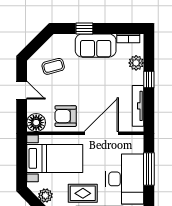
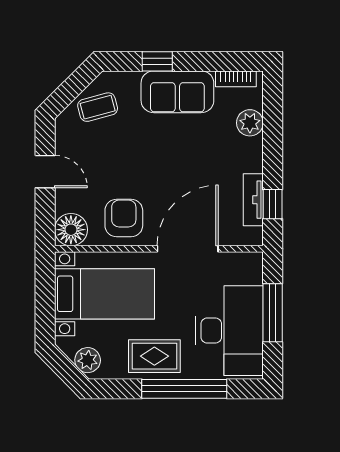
coffee table: (53, 66) -> (98, 107), moved
window: (149, 79) -> (273, 204), moved
tv unit: (138, 106) -> (253, 200), width x0.71
armchair: (66, 116) -> (124, 218), turned 90

